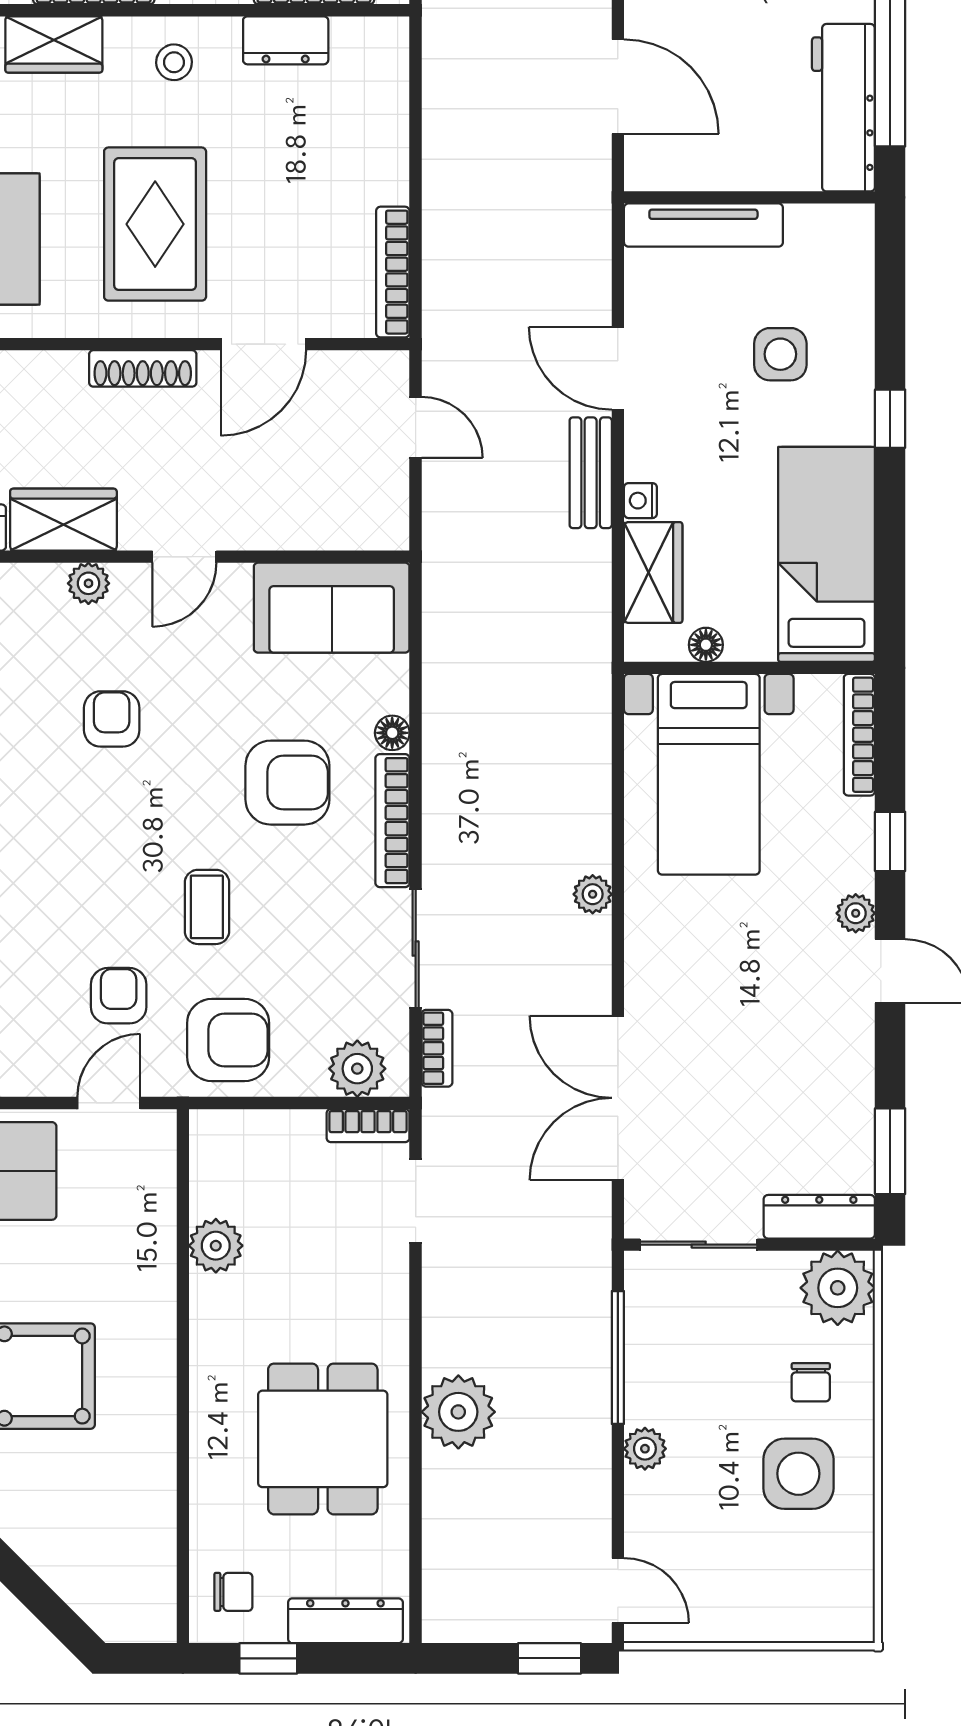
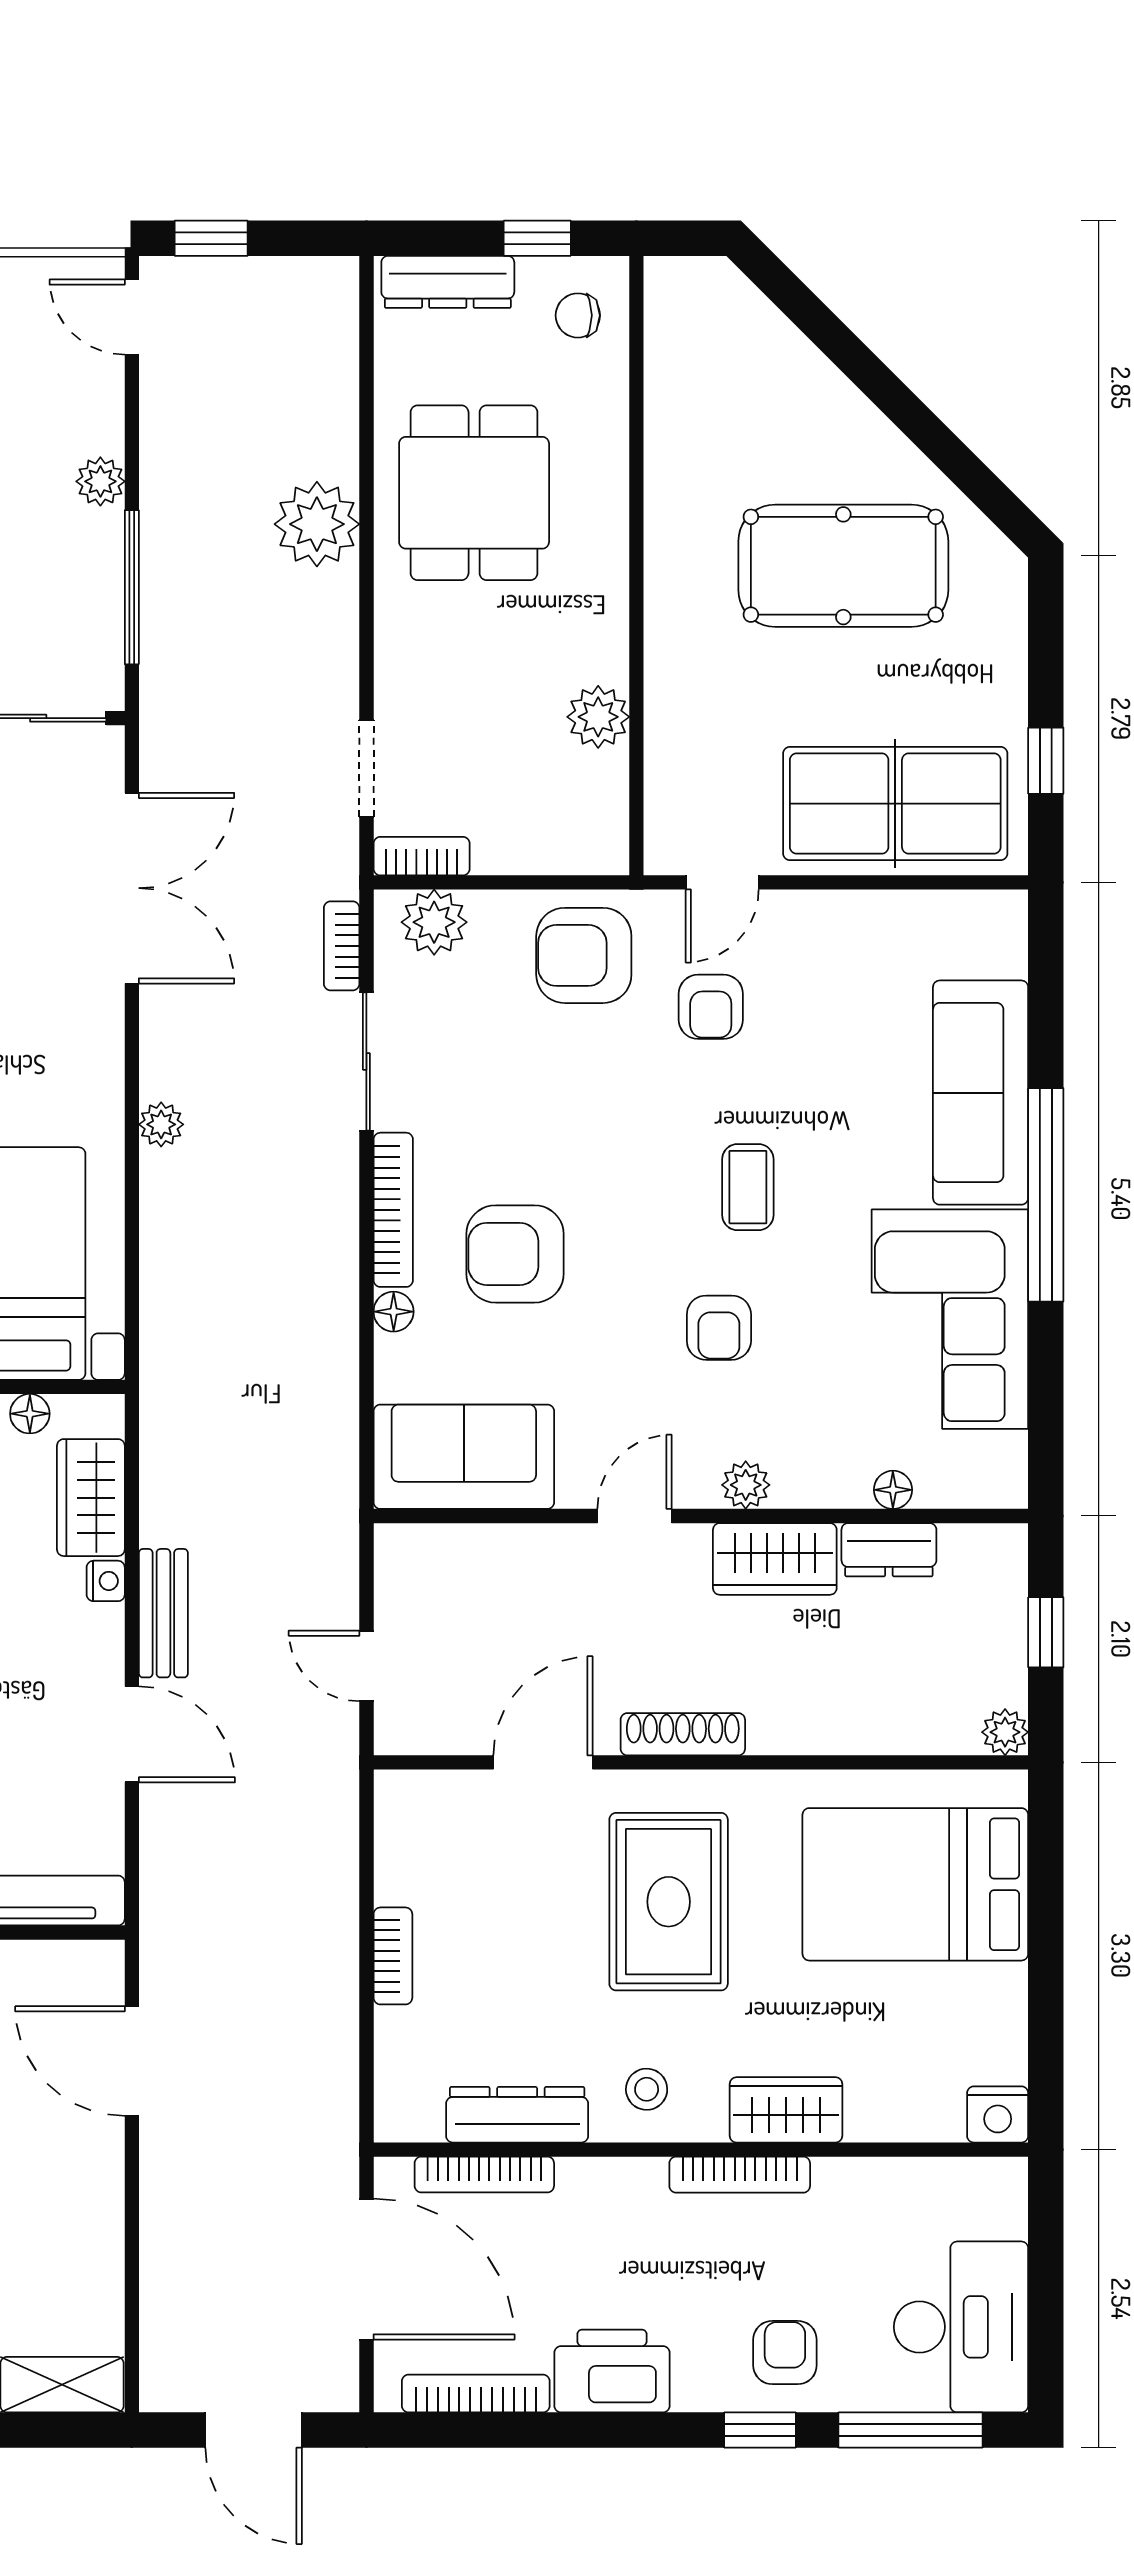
dresser: (286, 40) -> (517, 2115), width x1.44
bookcase: (393, 272) -> (393, 1956), moved, width x0.64
coffee table: (207, 907) -> (748, 1187), moved

